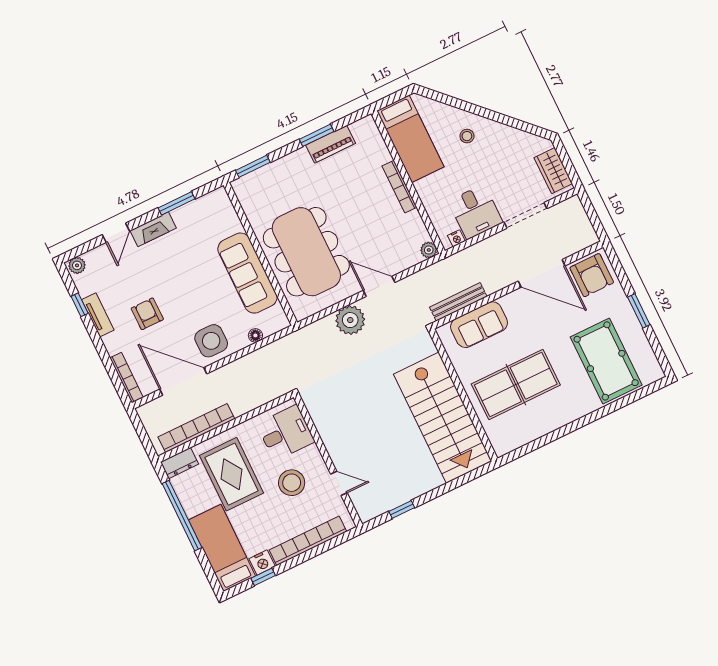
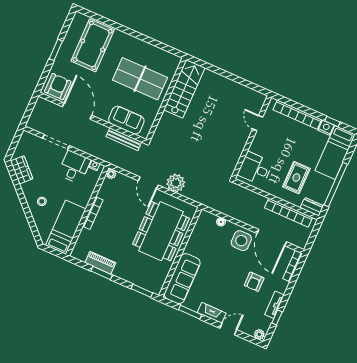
wardrobe: (553, 171) -> (22, 170), moved, turned -45
sofa: (247, 273) -> (182, 279), moved
stairs: (443, 418) -> (184, 89), width x0.73, depth x0.66
rug: (232, 474) -> (296, 178), width x0.73, depth x0.70
stool: (292, 483) -> (276, 146), removed
window: (402, 510) -> (245, 83), removed

